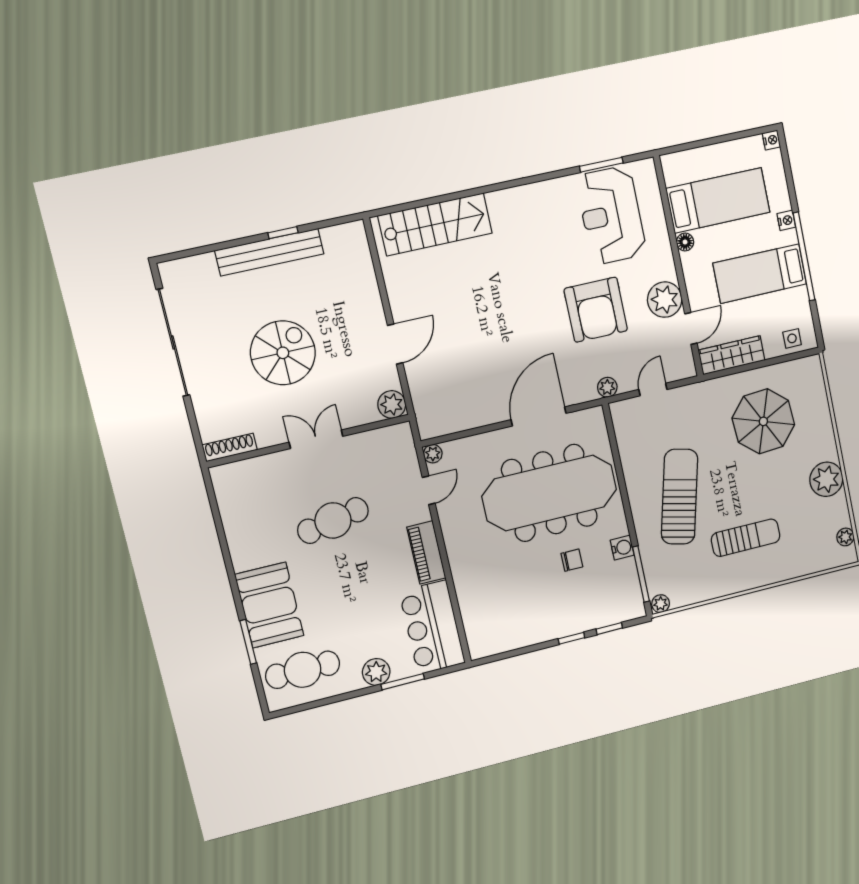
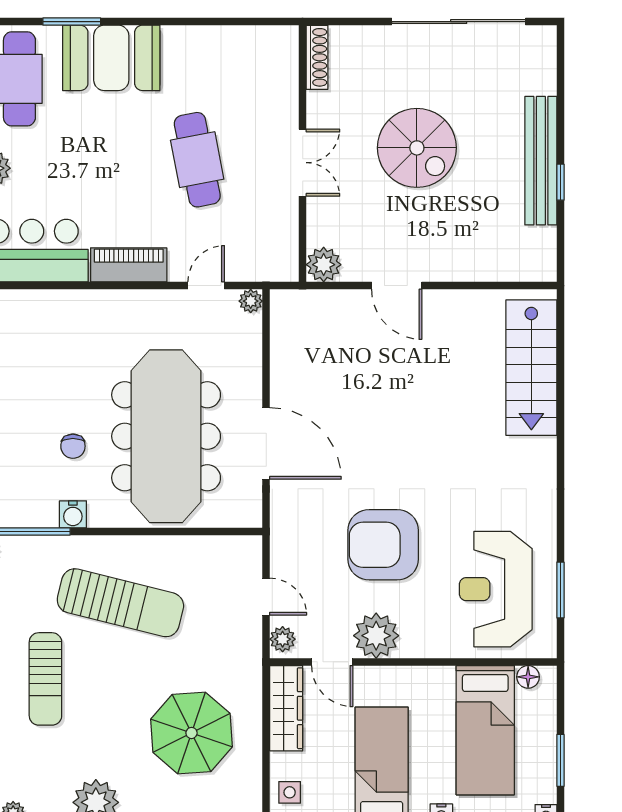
window: (729, 137) -> (560, 760), added
reception desk: (611, 215) -> (496, 589), turned -90
floor lamp: (685, 242) -> (528, 677), moved
plant: (607, 387) -> (283, 639), moved
door: (429, 490) -> (206, 286), swing flipped

